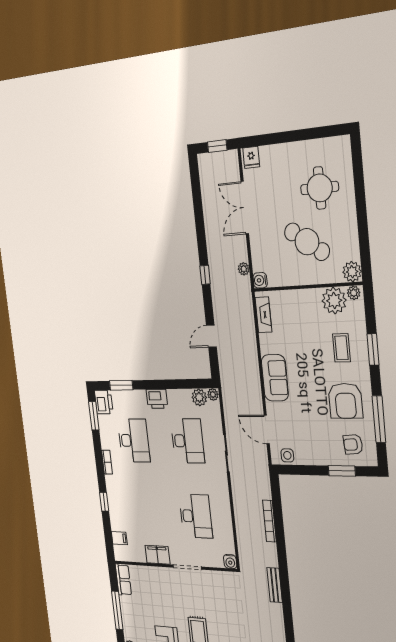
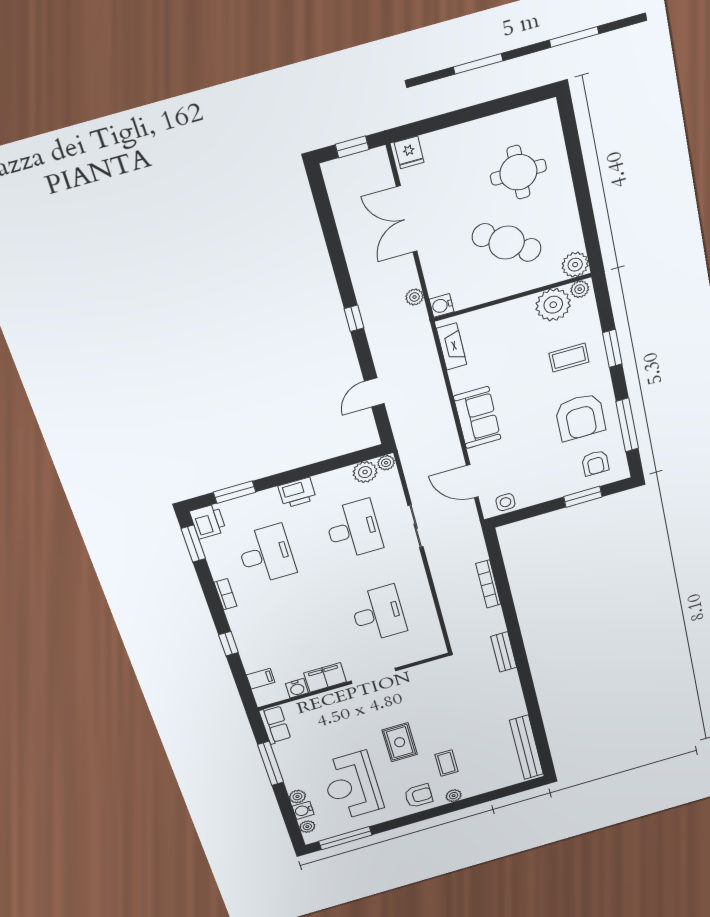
coffee table: (341, 348) -> (569, 358), turned 90
armchair: (353, 444) -> (595, 463), turned -86
water cooler: (230, 562) -> (297, 688), moved

